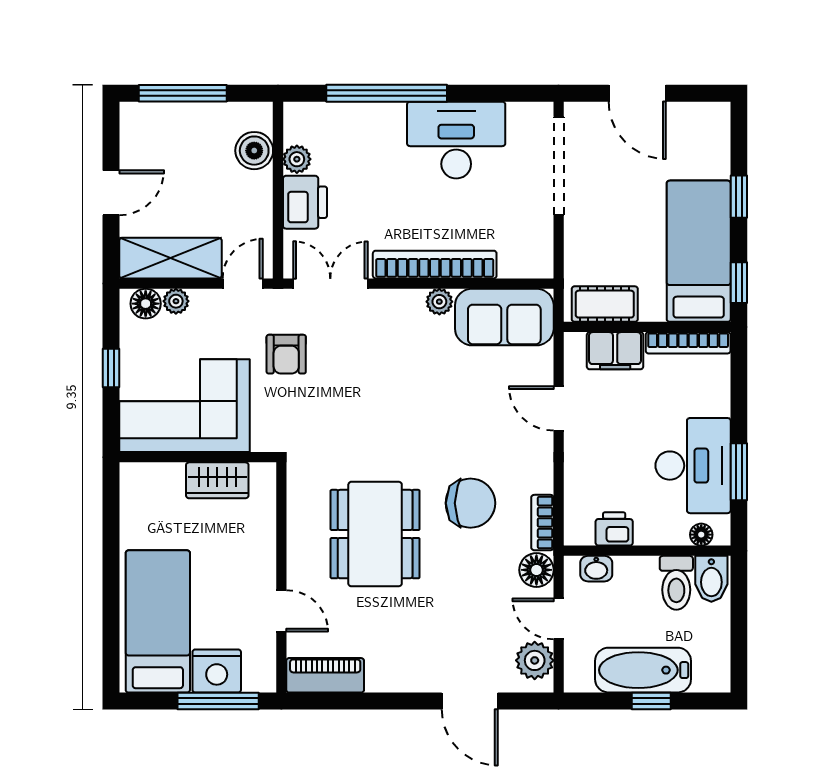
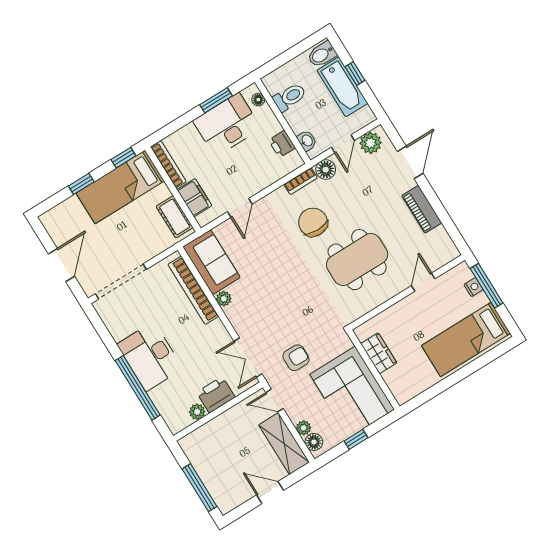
desk: (456, 140) -> (150, 356), moved
boiler: (254, 151) -> (206, 435), removed
bookcase: (435, 265) -> (193, 290), moved
bidet: (711, 579) -> (322, 54), moved, turned 180
nightstand: (217, 671) -> (474, 287), width x0.53, depth x0.56
piano: (325, 675) -> (422, 209), moved

